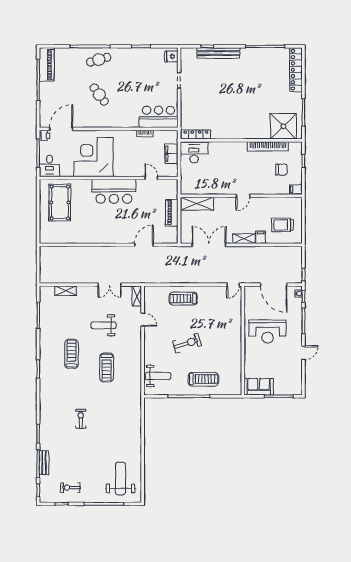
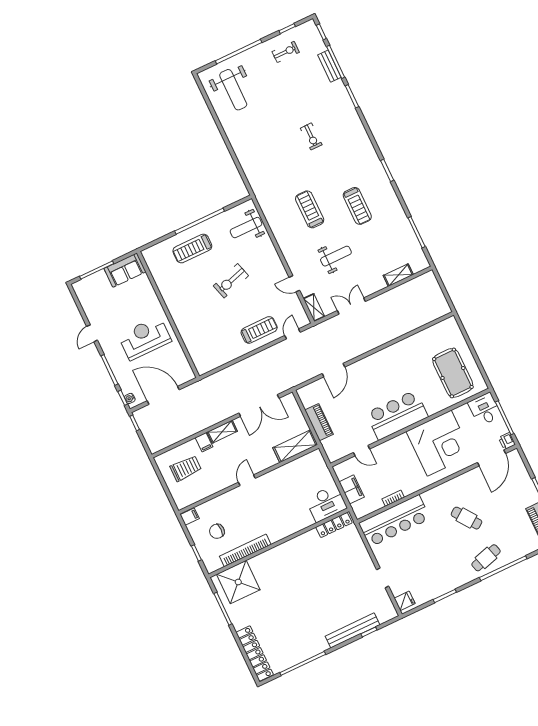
bar counter: (159, 117) -> (394, 521), width x1.36
door: (233, 285) -> (293, 334), moved

